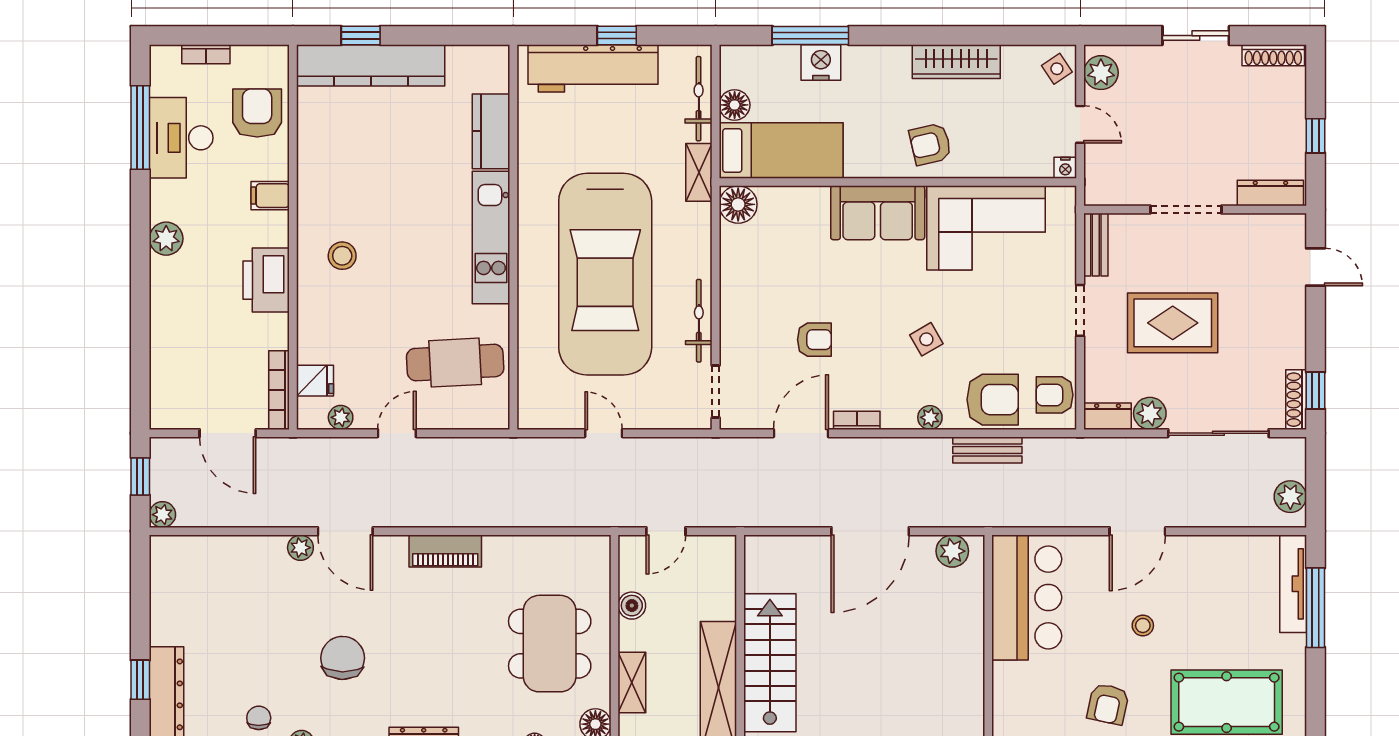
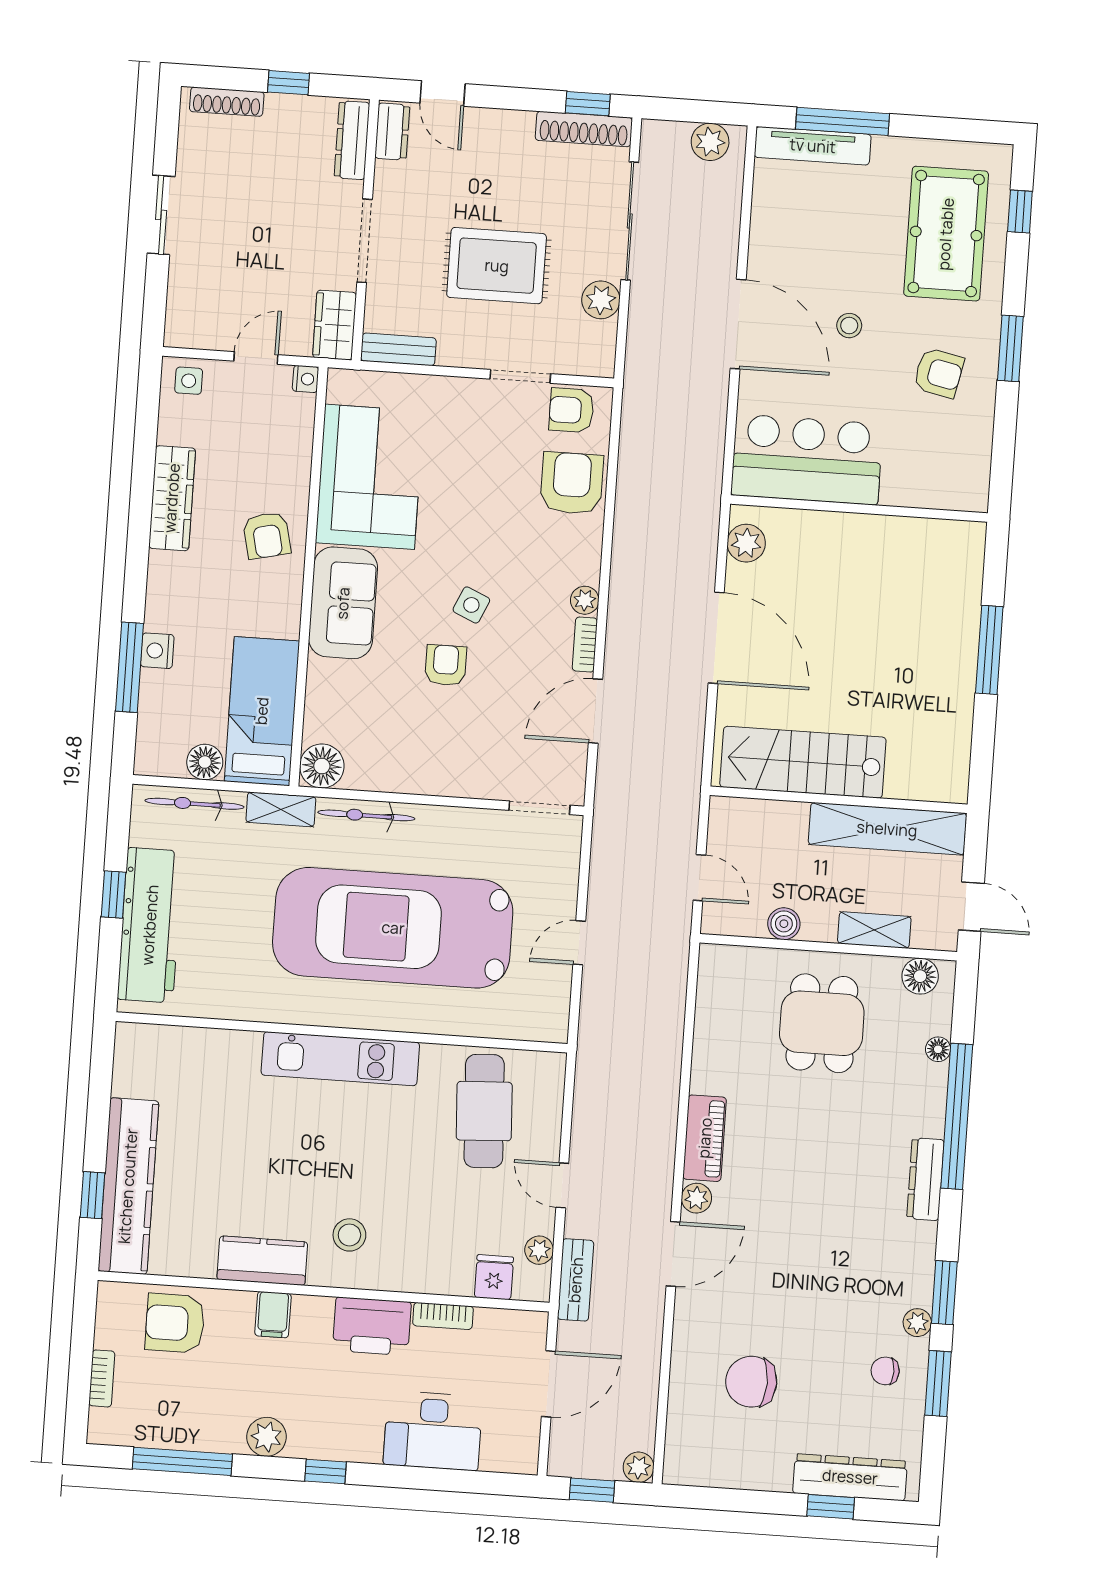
shoe rack: (1273, 55) -> (227, 102), moved, turned 90
nightstand: (821, 63) -> (157, 651), width x0.74, depth x0.75
side table: (1057, 69) -> (189, 381), turned 34
plant: (1101, 73) -> (197, 329), removed
kitchen counter: (491, 131) -> (262, 1261), moved, turned 180
desk: (181, 138) -> (433, 1431), moved
wardrobe: (1113, 189) -> (335, 325), added
plant: (166, 239) -> (266, 1437), moved
window: (140, 250) -> (326, 1471), added
door: (1315, 267) -> (443, 93), swing flipped
car: (605, 274) -> (393, 928), turned 180
doorway: (1080, 310) -> (520, 376), moved
bicycle: (699, 321) -> (366, 815), moved
rug: (1173, 323) -> (497, 266), turned 90
side table: (926, 339) -> (471, 605), moved, turned -36
armchair: (814, 340) -> (446, 665), moved
bookcase: (279, 390) -> (443, 1316), moved, width x0.64
armchair: (1055, 395) -> (571, 410), turned 90
shoe rack: (1296, 400) -> (584, 129), width x1.36, depth x1.24
dresser: (1108, 416) -> (392, 132), moved, turned 180
plant: (930, 417) -> (585, 600), moved
door: (801, 433) -> (595, 711), hinge flipped
bench: (987, 450) -> (576, 1280), moved
door: (1137, 531) -> (738, 324), width x1.36
plant: (300, 548) -> (696, 1198), moved
dining table: (550, 644) -> (822, 1023), width x0.73
chair: (343, 658) -> (751, 1382), moved
stairs: (770, 663) -> (803, 762), moved

